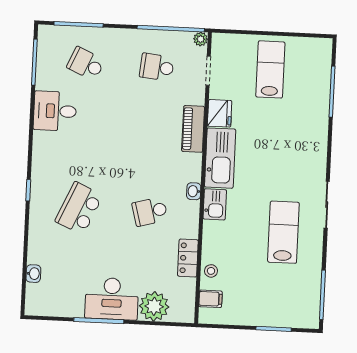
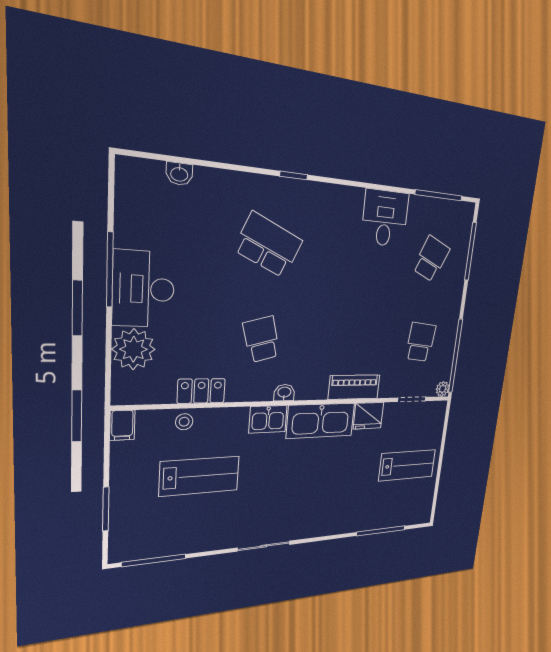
lab bench: (283, 232) -> (200, 476), moved
filing cabinet: (211, 299) -> (122, 425), moved

